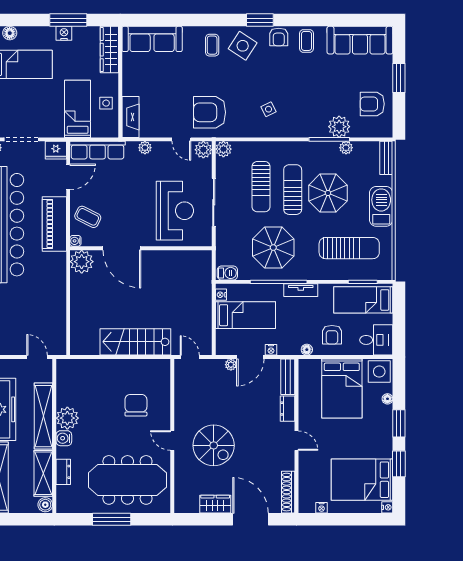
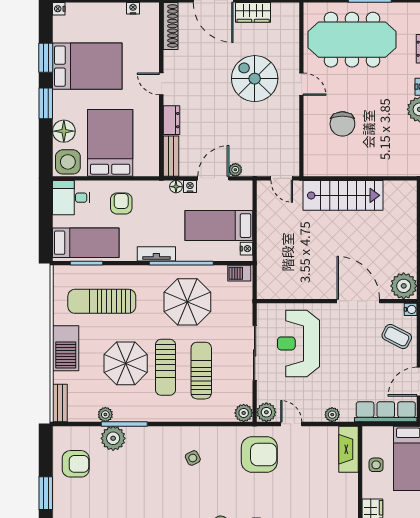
floor lamp: (307, 350) -> (176, 187), moved
floor lamp: (387, 399) -> (64, 131), width x1.89, depth x1.89
bed: (362, 480) -> (87, 66), moved

